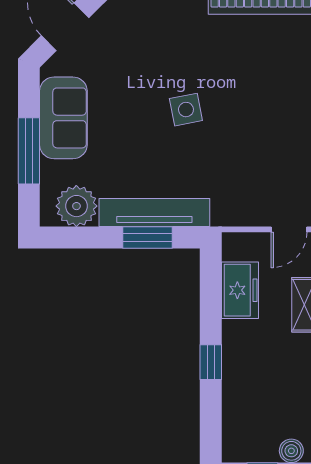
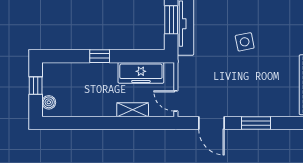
freezer: (240, 290) -> (141, 73), width x1.40

